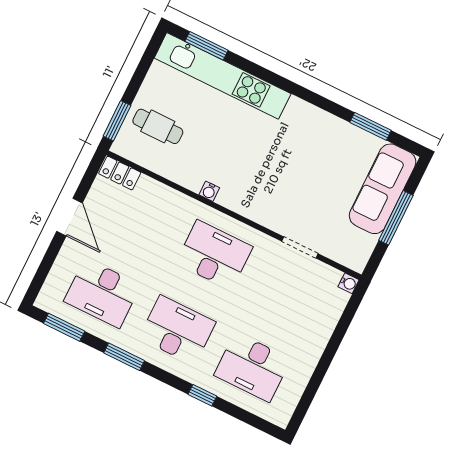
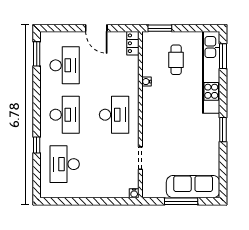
cafe table: (158, 126) -> (176, 60), moved
window: (371, 126) -> (223, 130), moved
water cooler: (209, 191) -> (147, 82), moved
door: (70, 217) -> (96, 28), hinge flipped
desk: (102, 293) -> (65, 65), turned 180
window: (124, 357) -> (37, 94), removed

